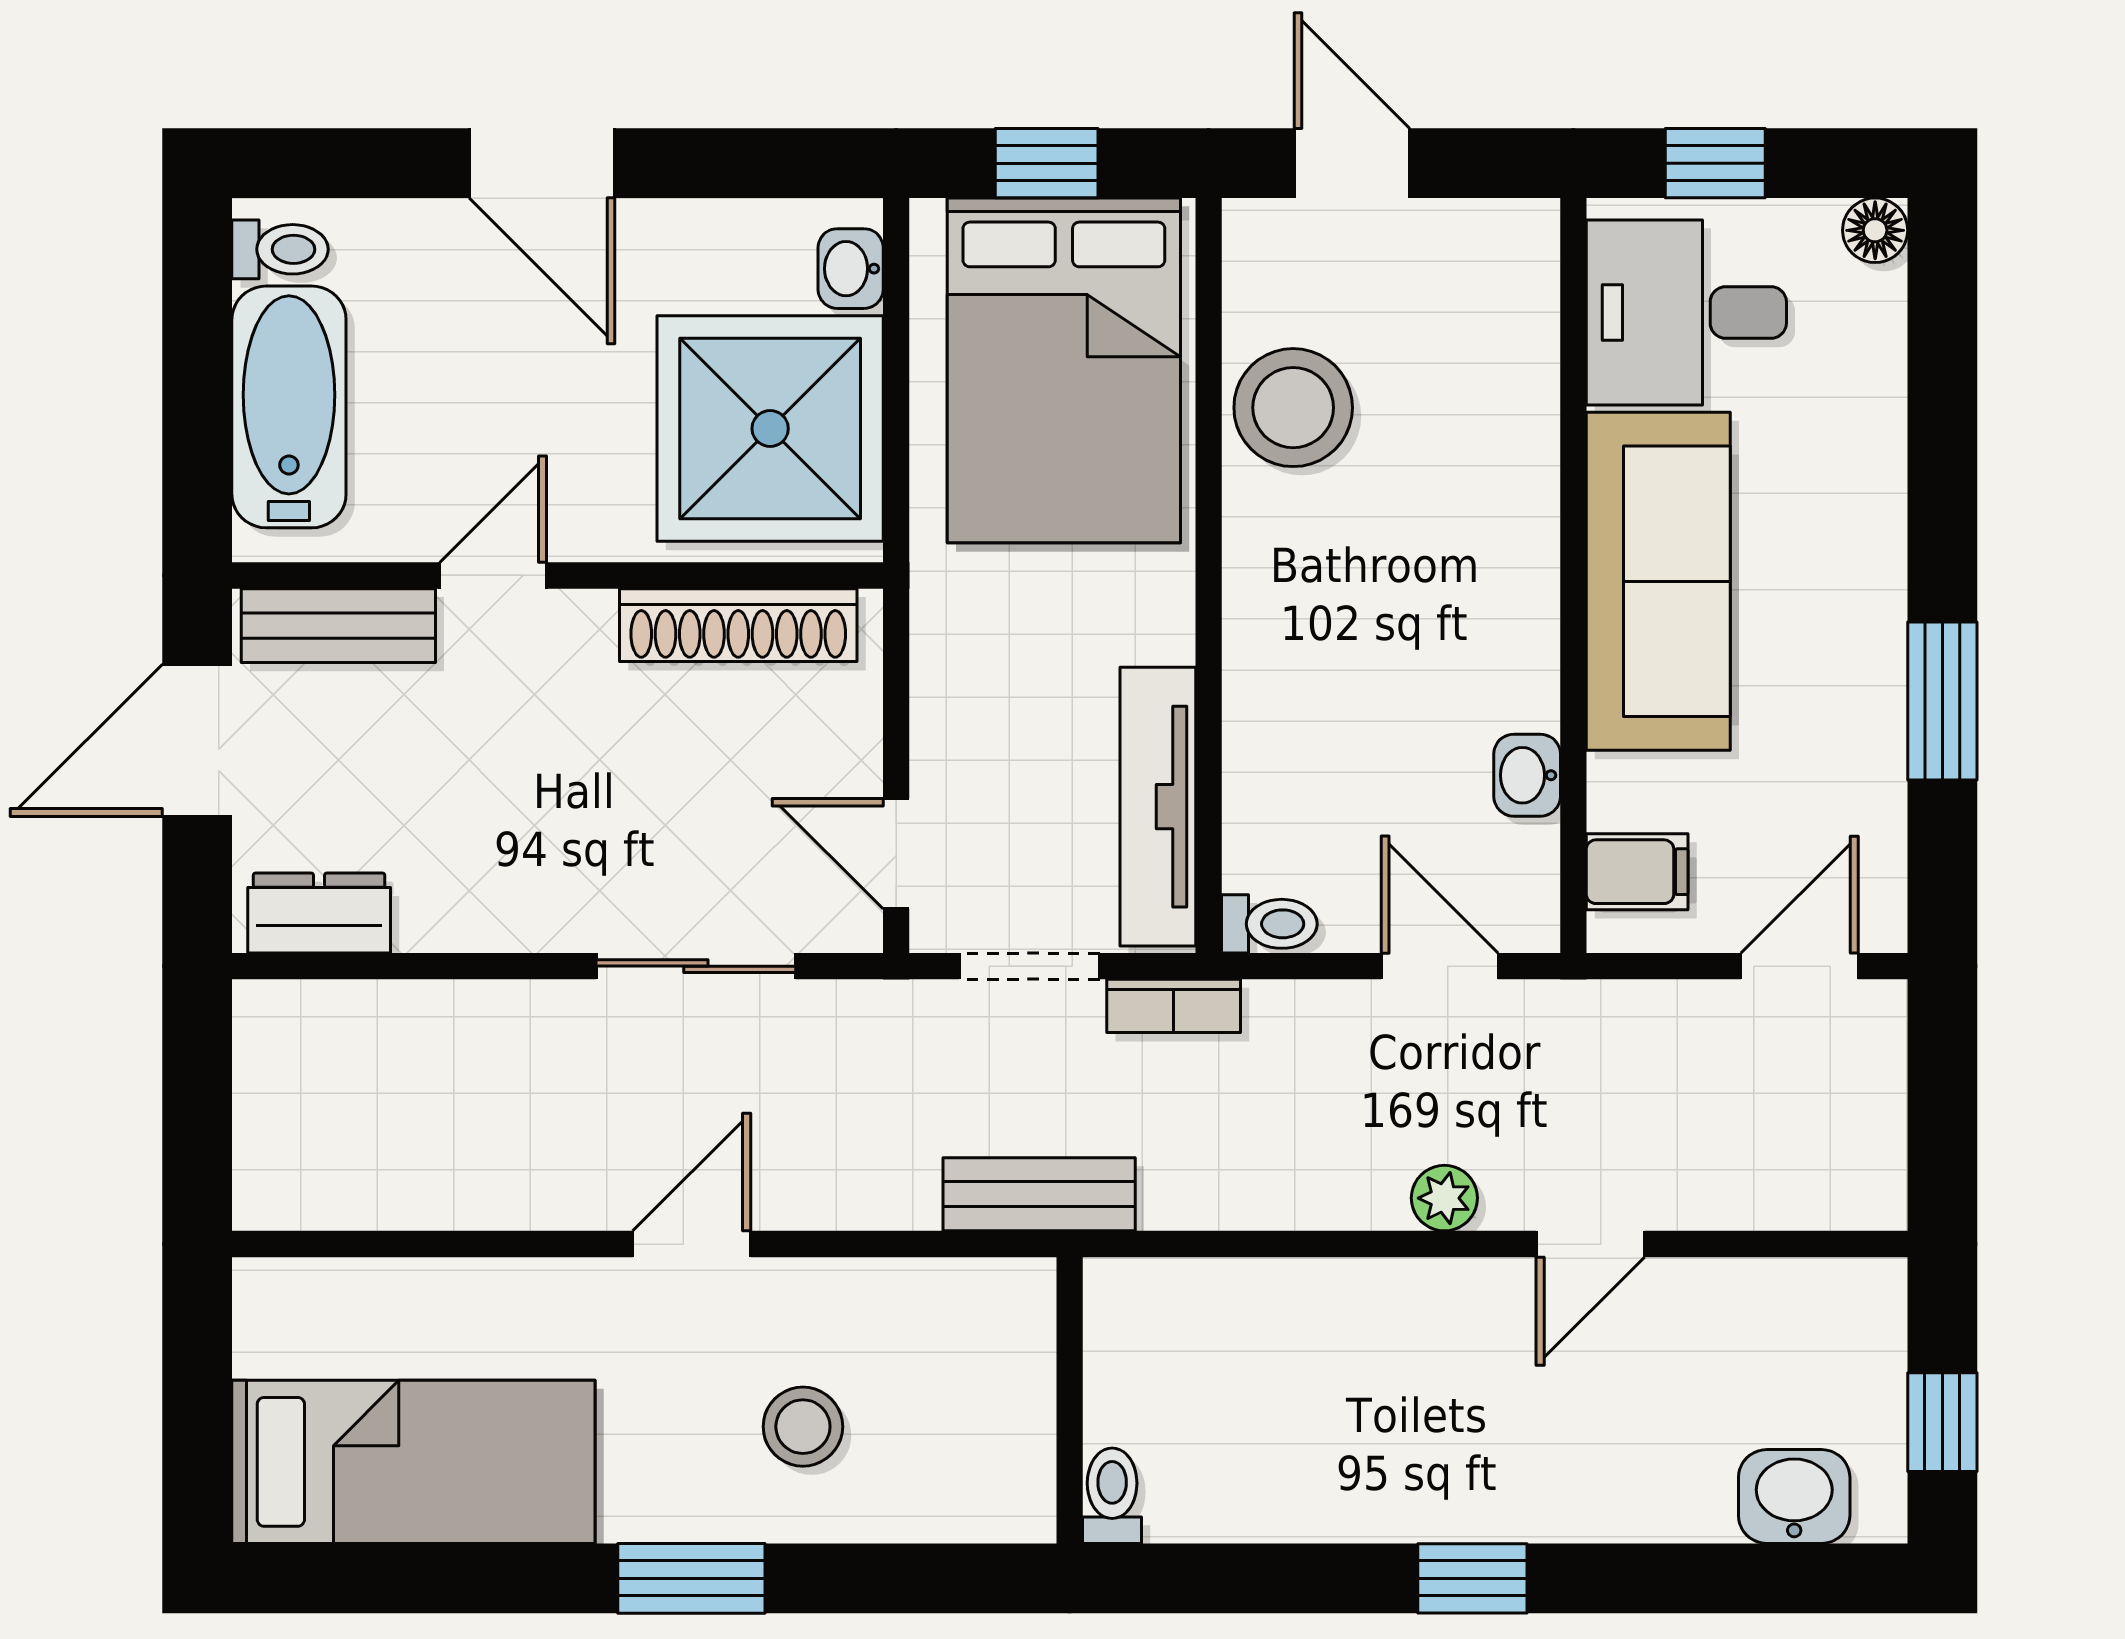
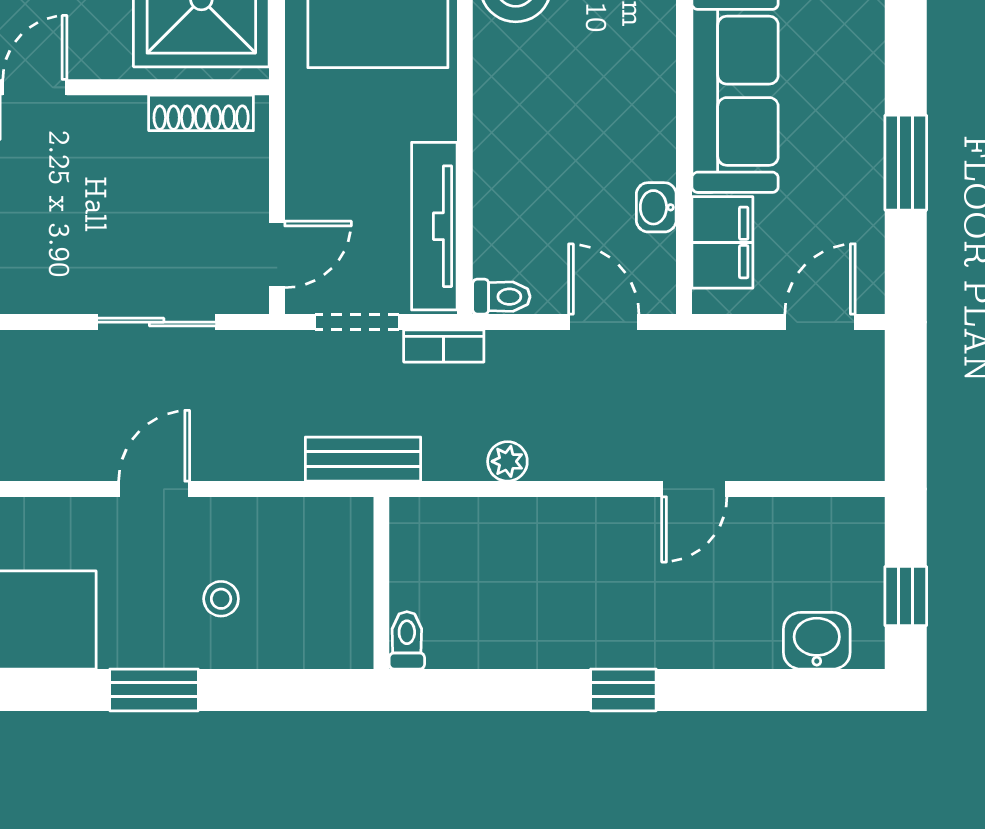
shoe rack: (738, 625) -> (201, 113), width x0.74, depth x0.81
door: (896, 854) -> (277, 254), swing flipped
filing cabinet: (1637, 872) -> (722, 242), width x2.00
plant: (1444, 1198) -> (507, 461), moved
stool: (803, 1427) -> (221, 599), width x0.73, depth x0.73

